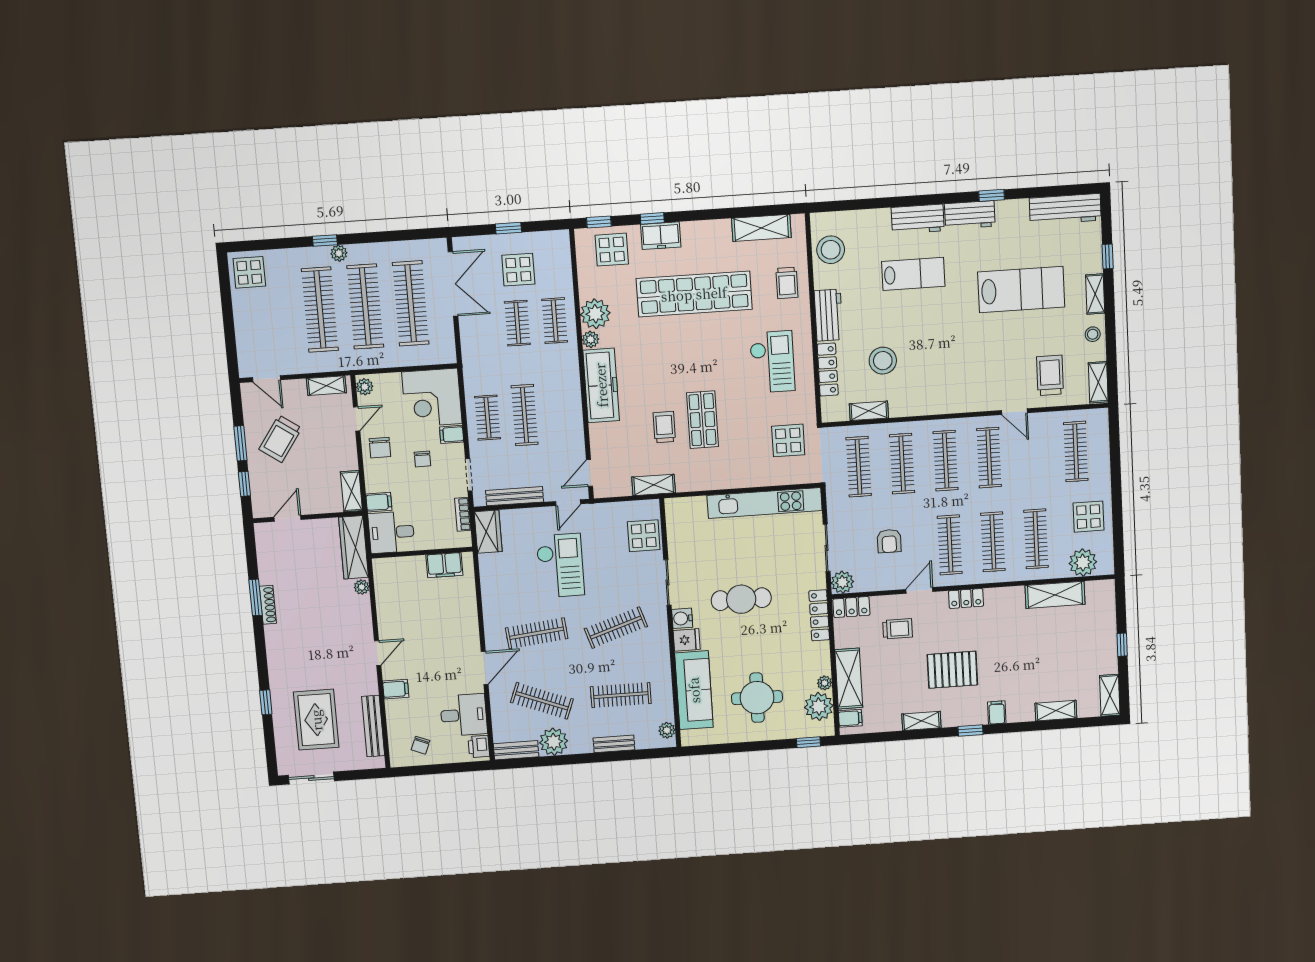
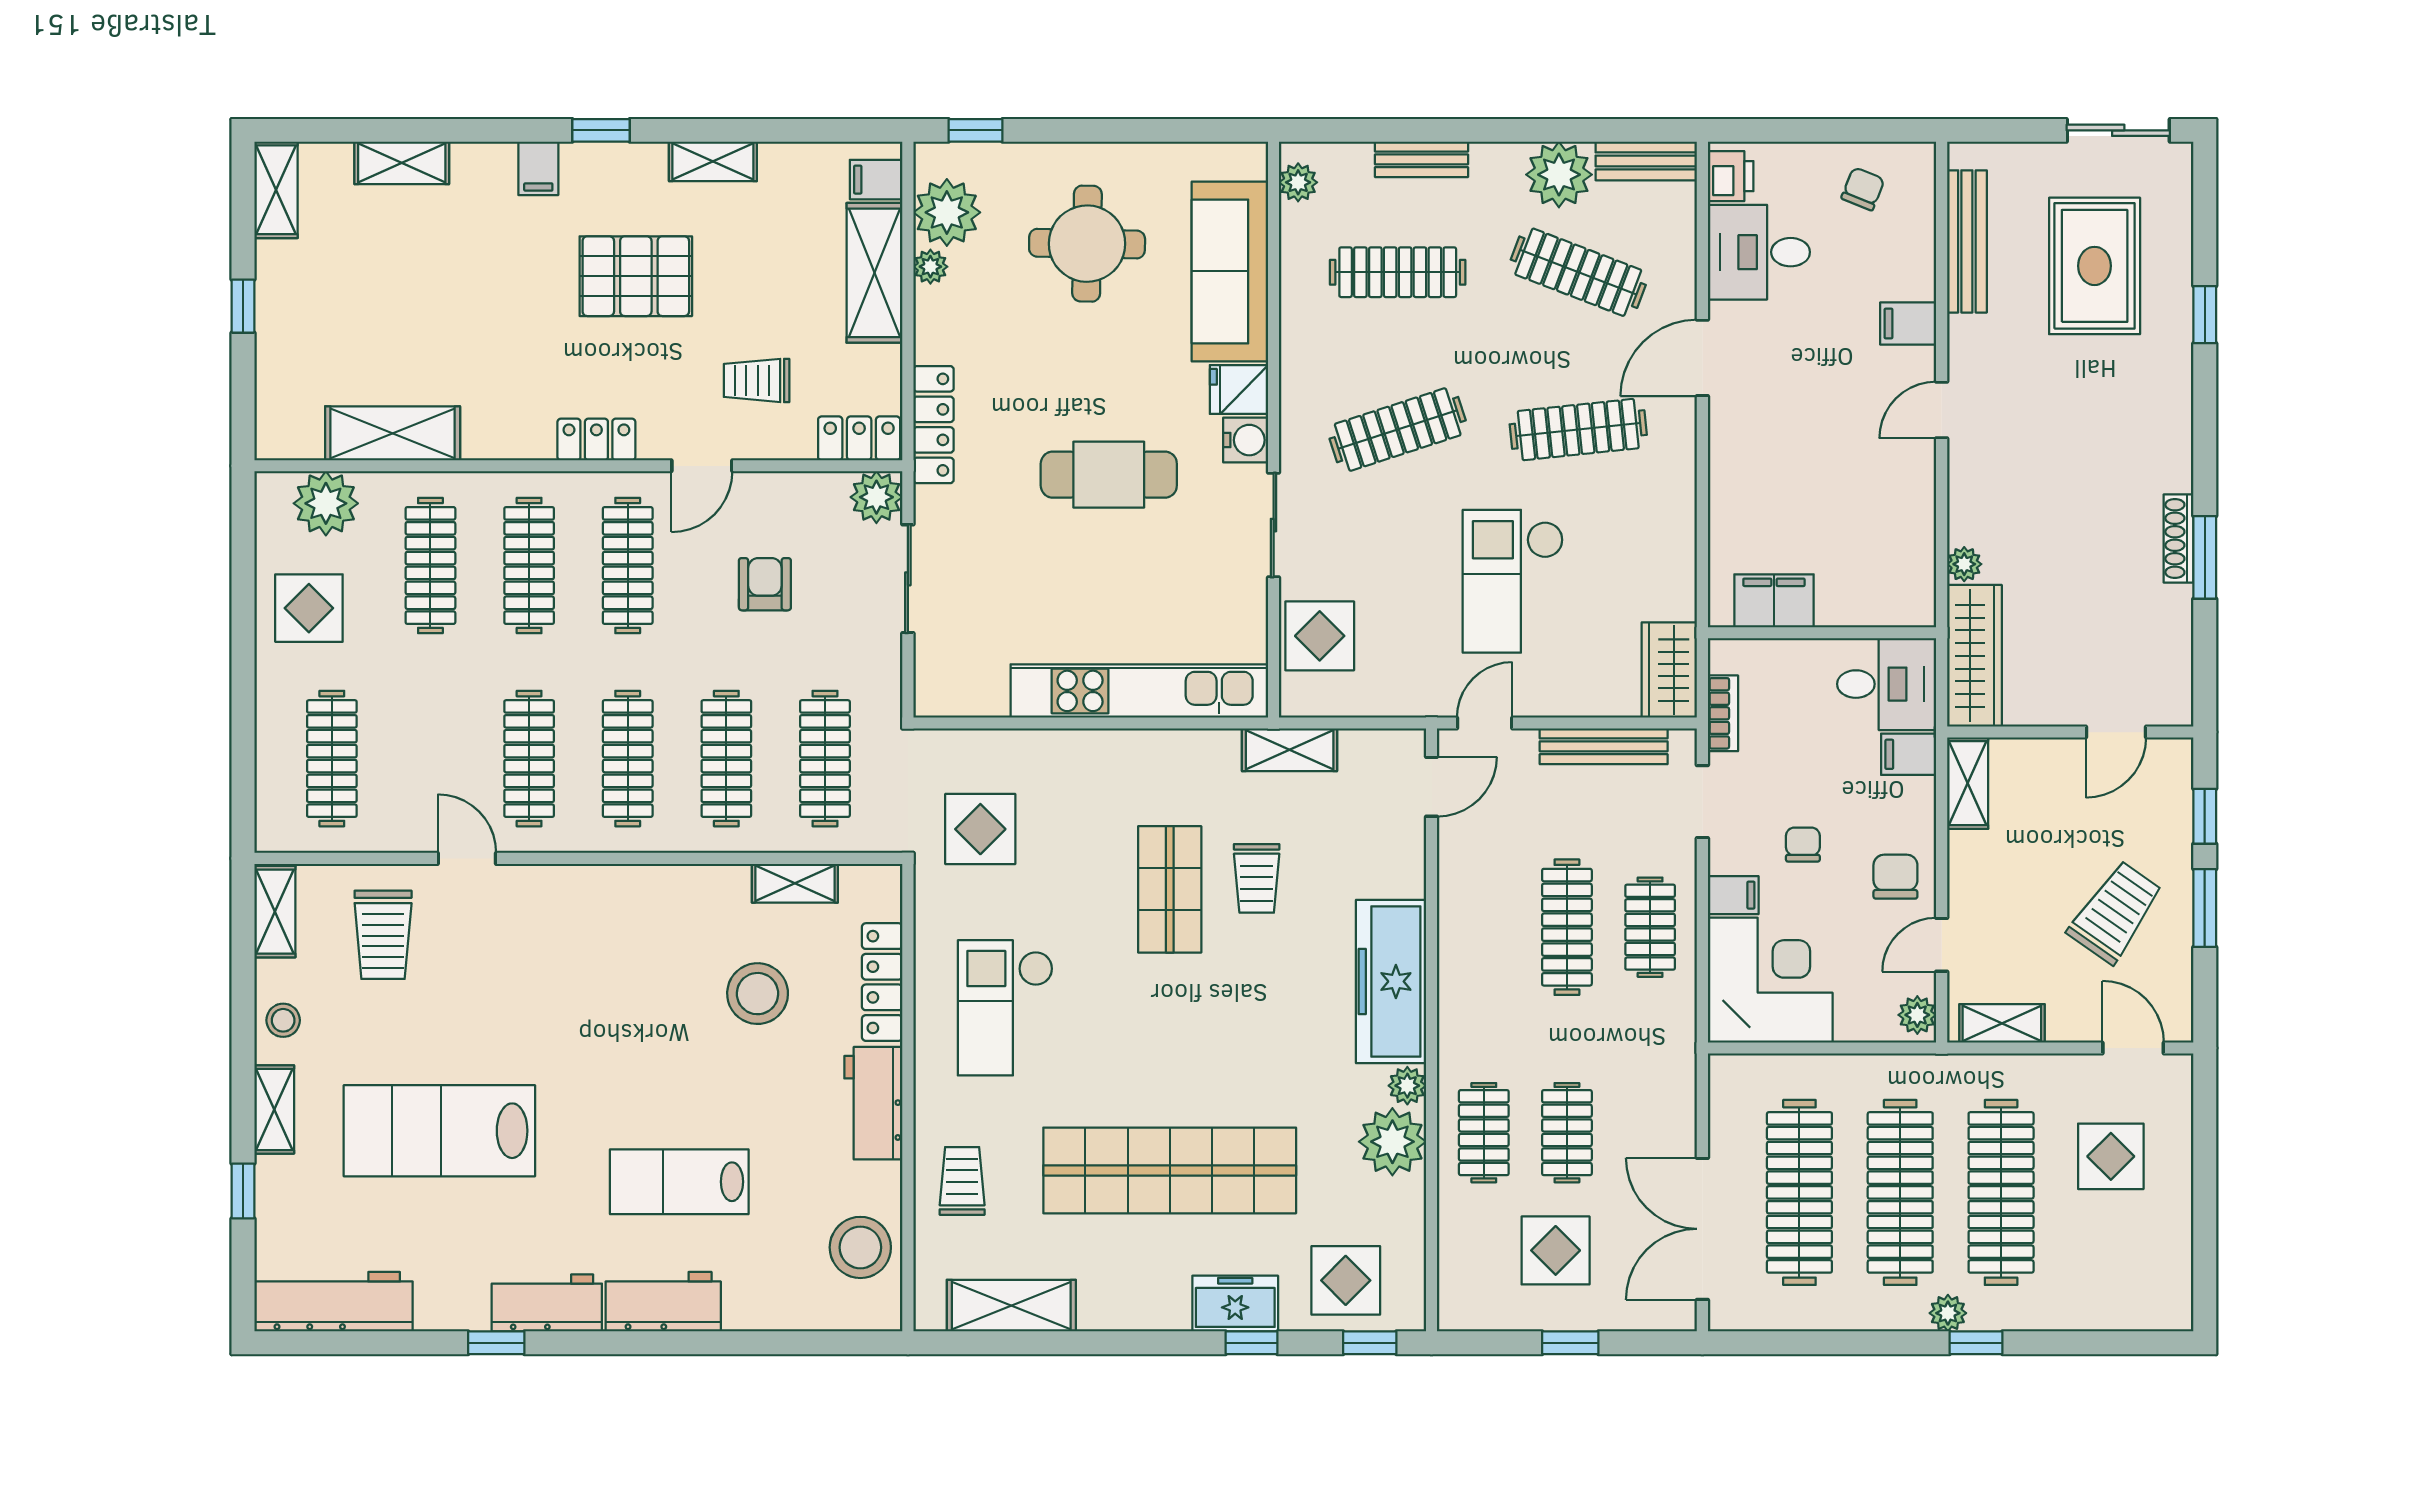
display table: (249, 272) -> (2111, 1156), moved
kitchen unit: (765, 503) -> (1139, 691), moved

